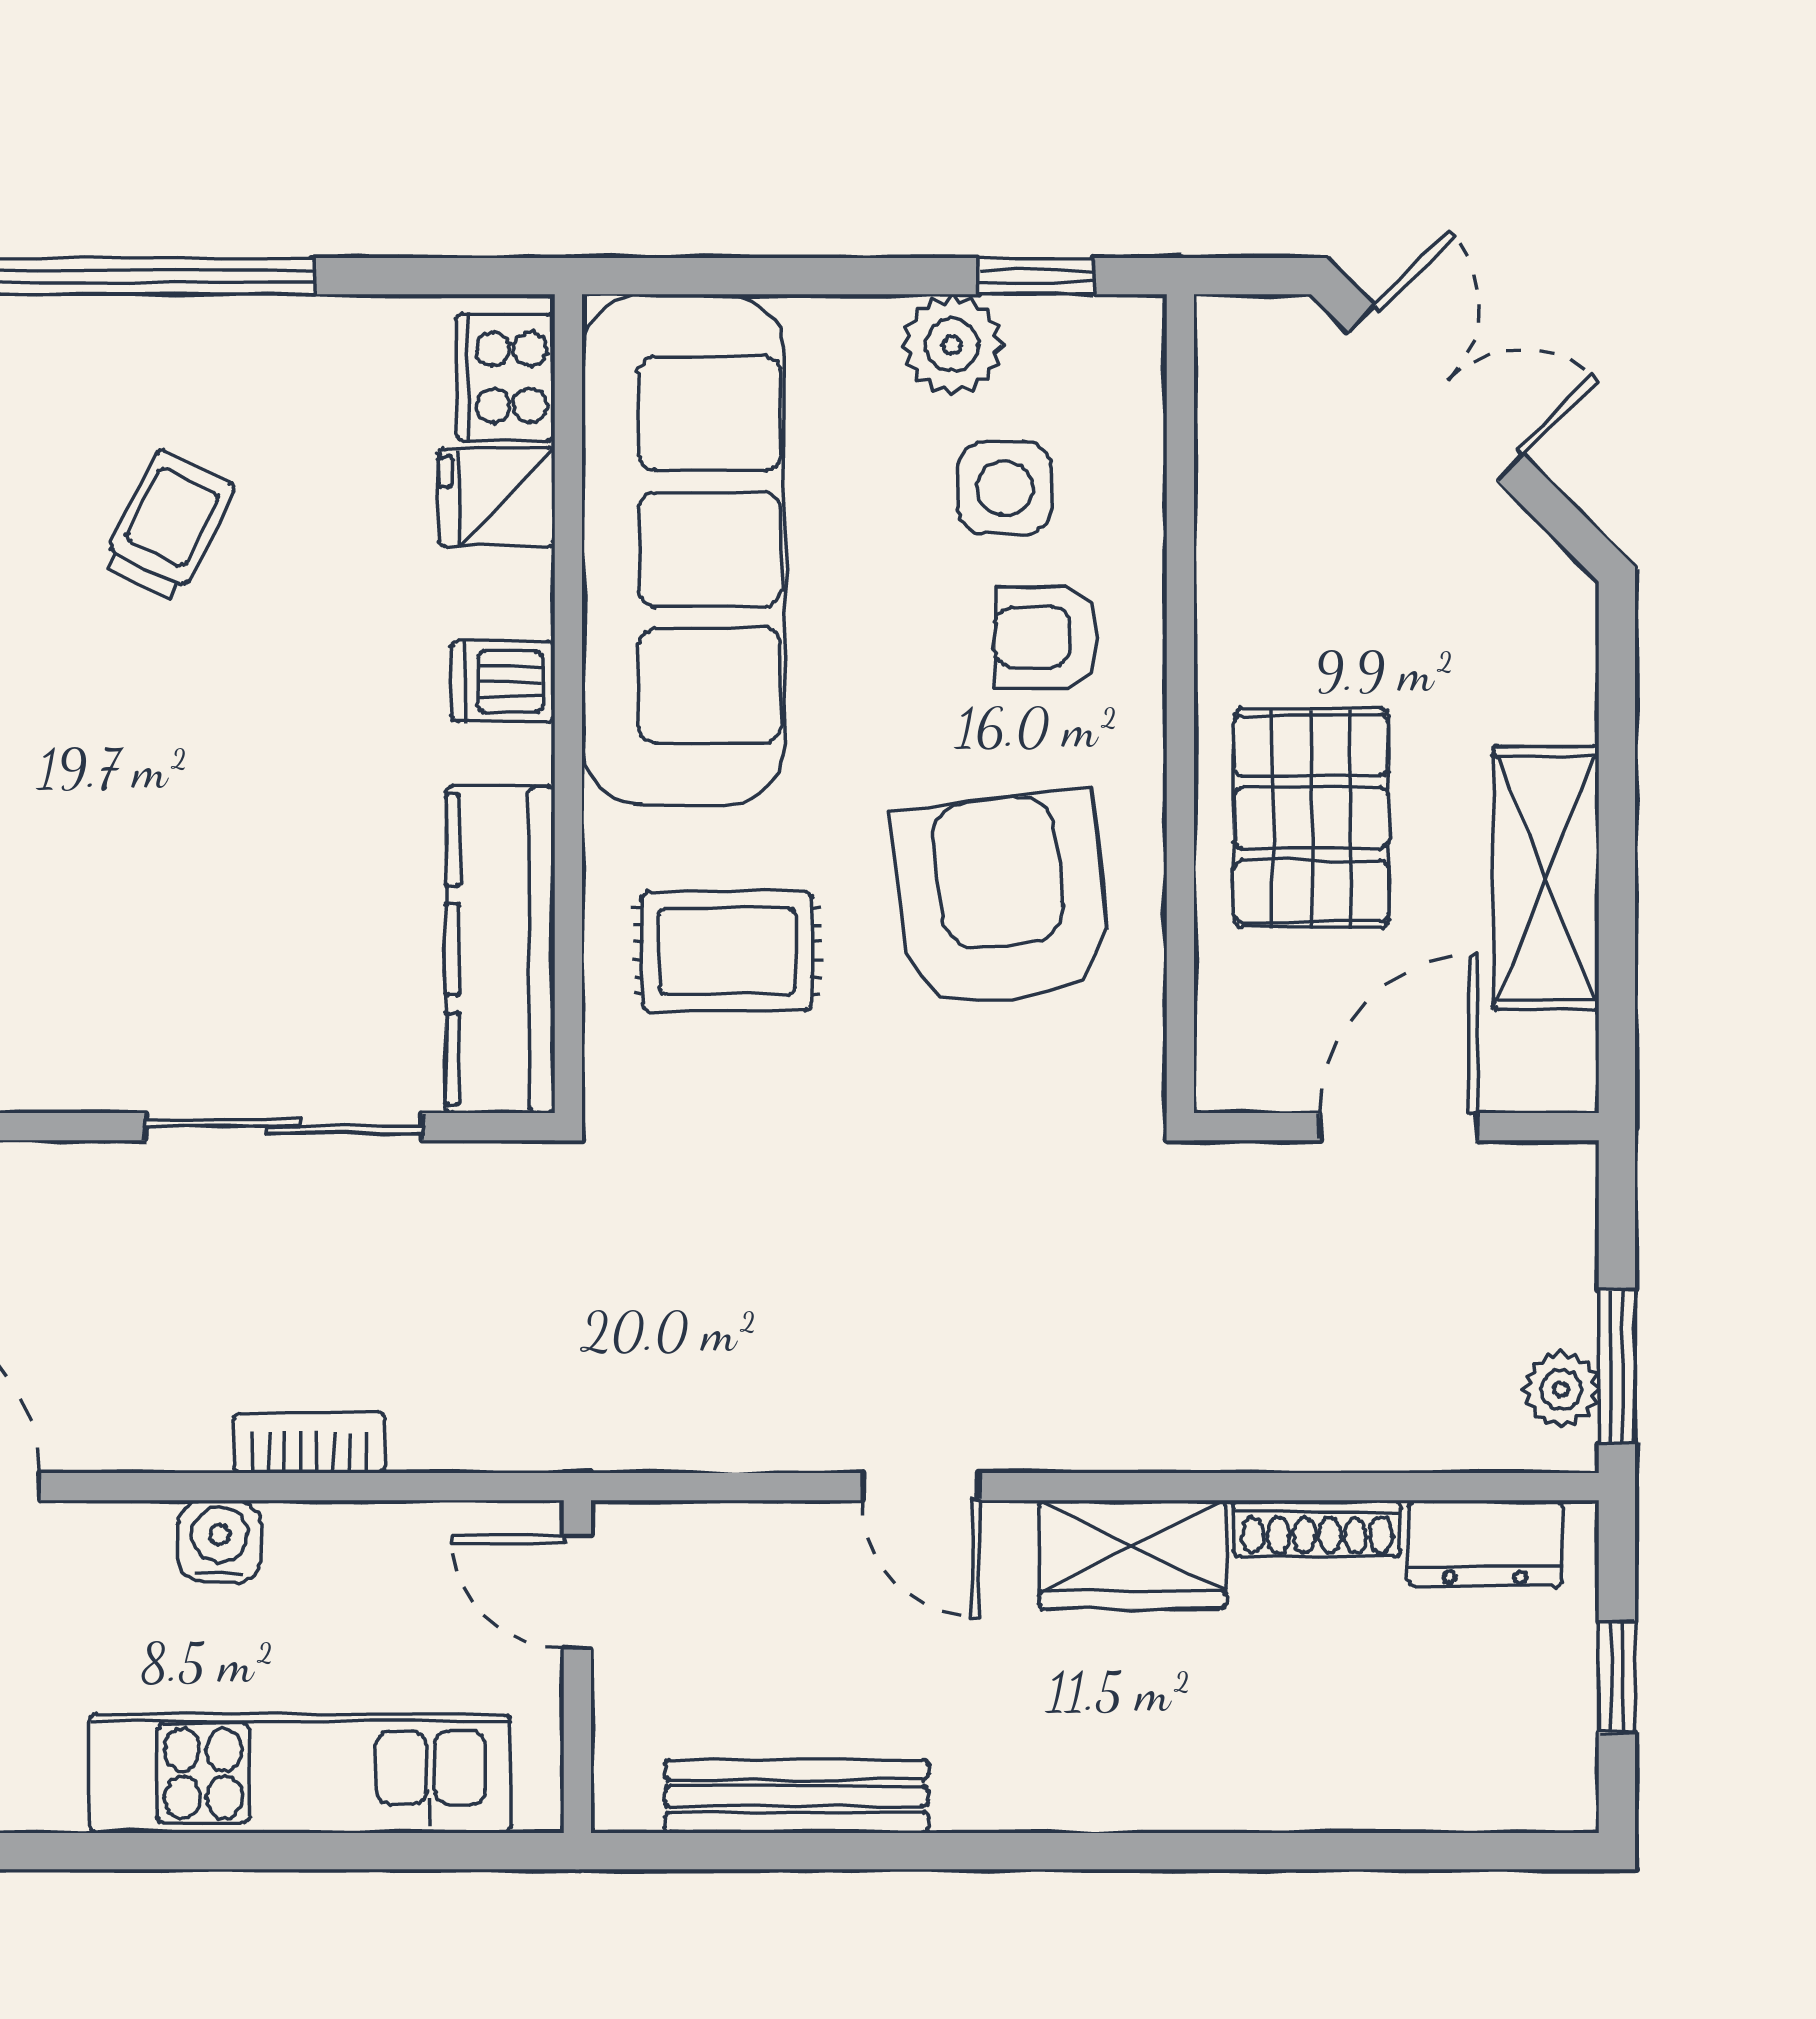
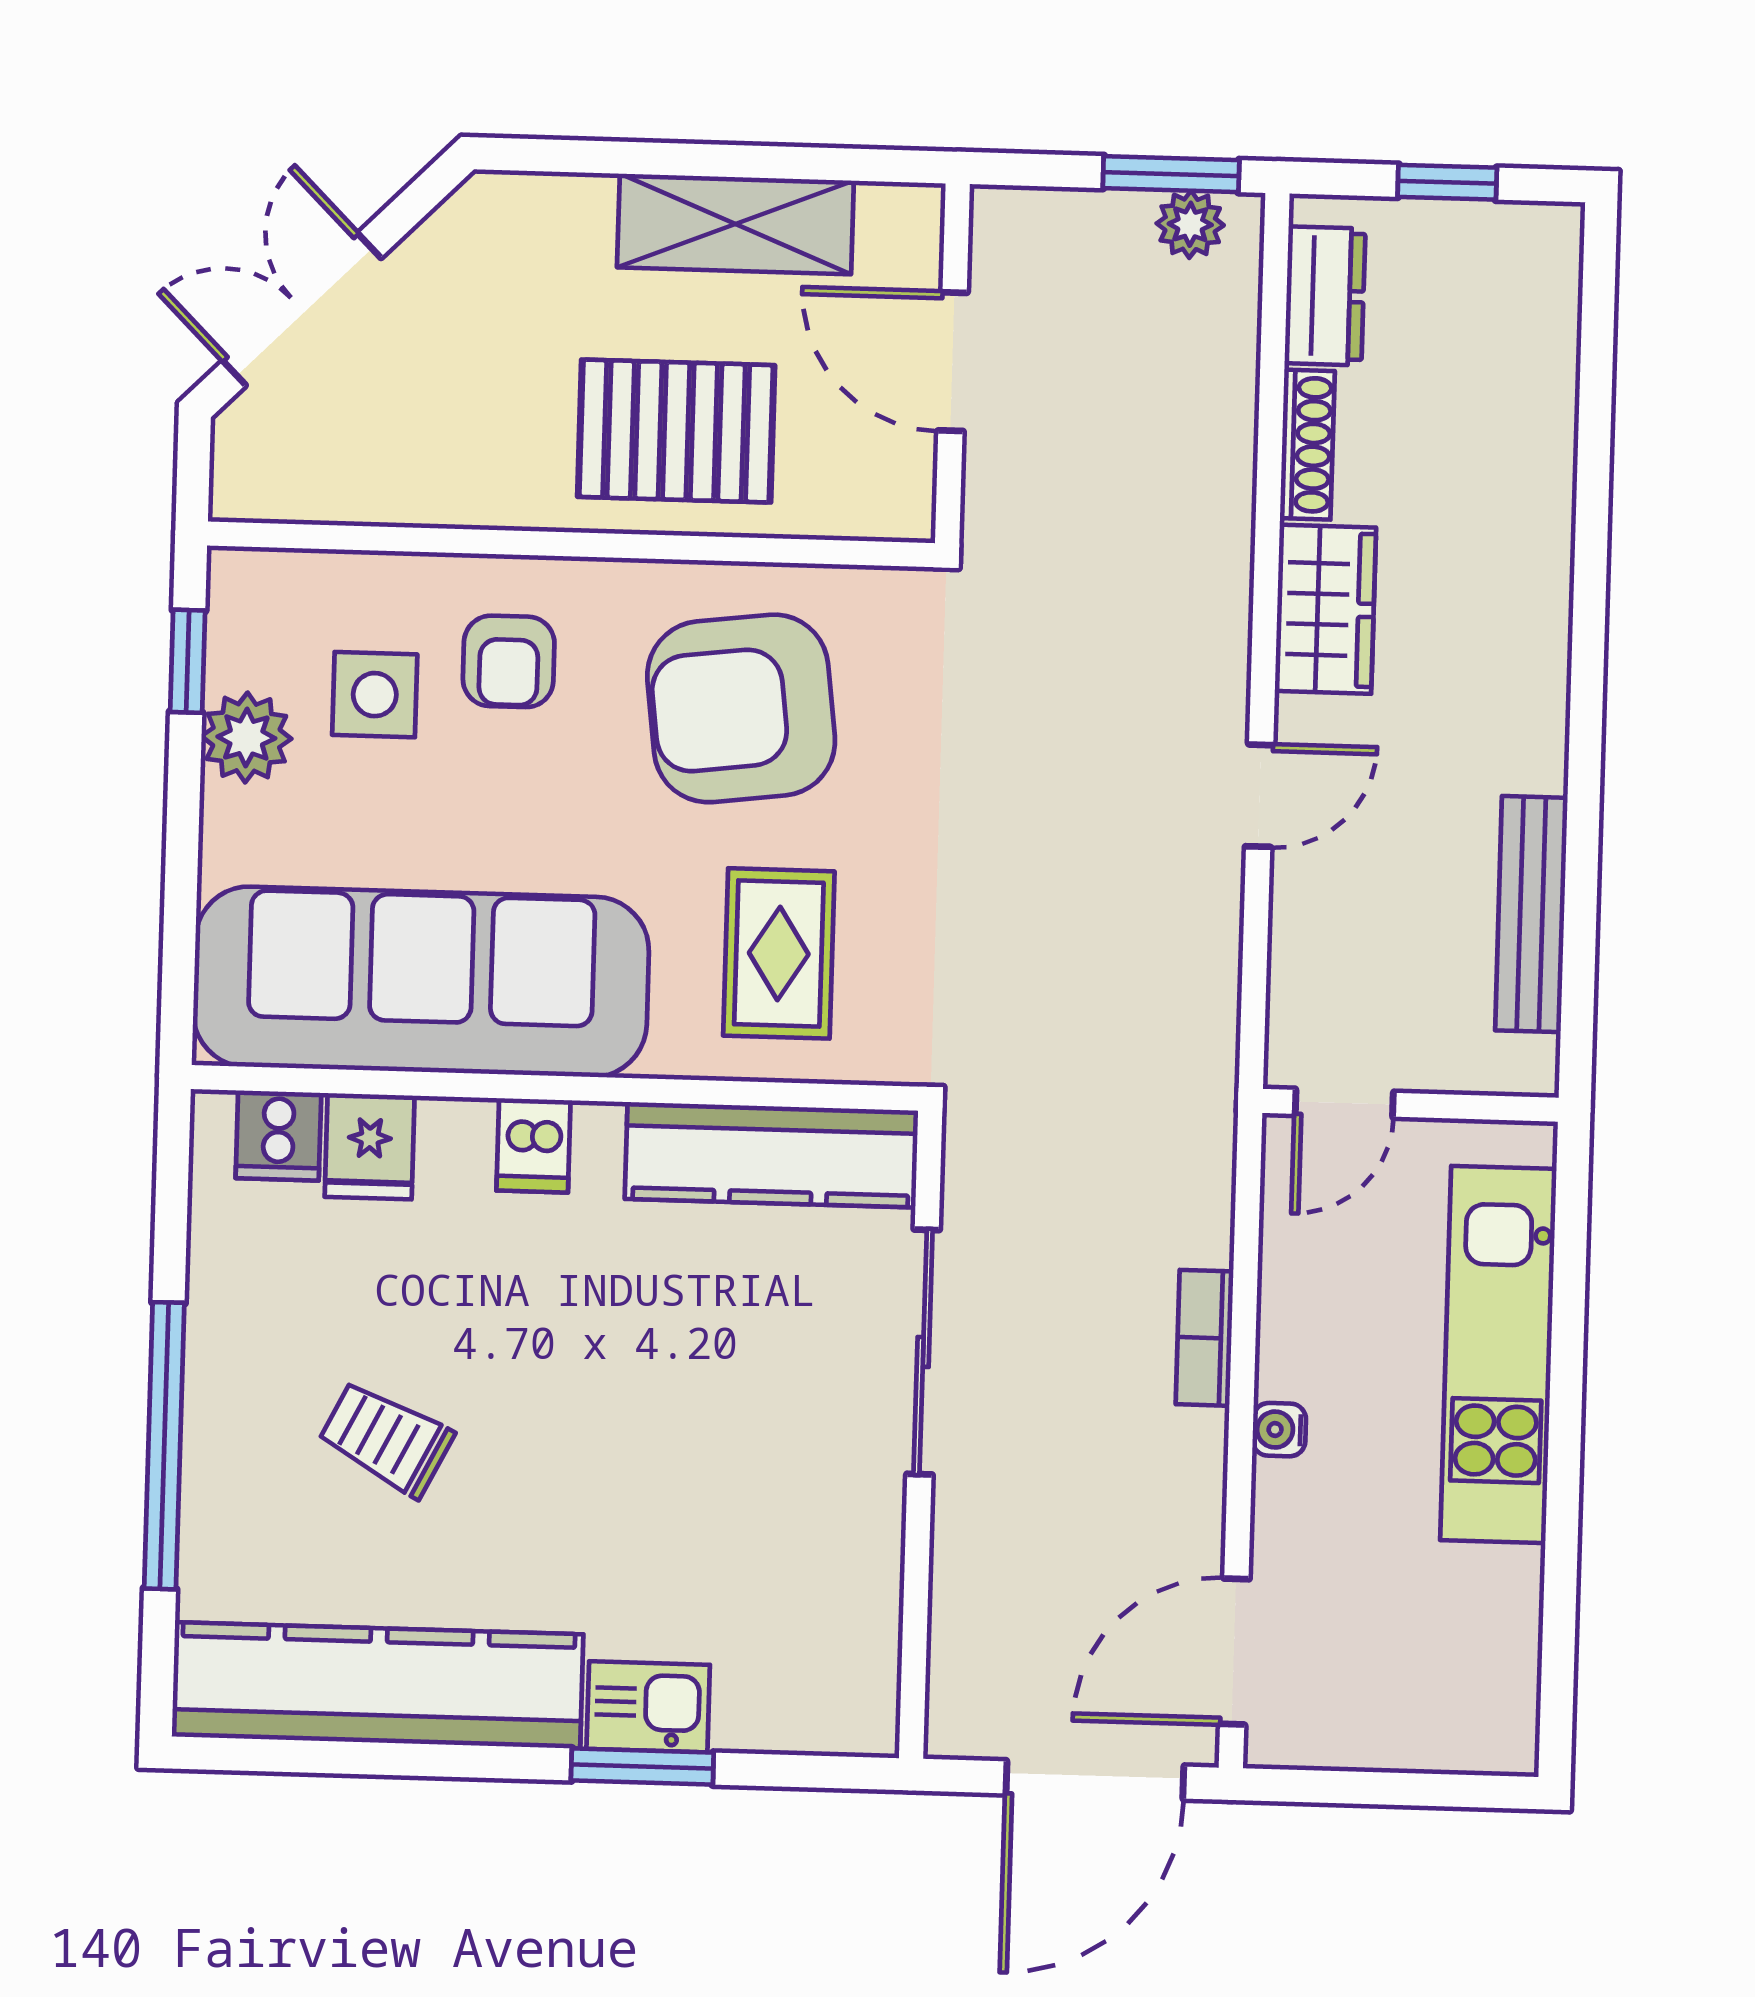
cooker: (506, 377) -> (278, 1136), width x0.73
water cooler: (220, 1541) -> (1279, 1430), width x0.72, depth x0.72

